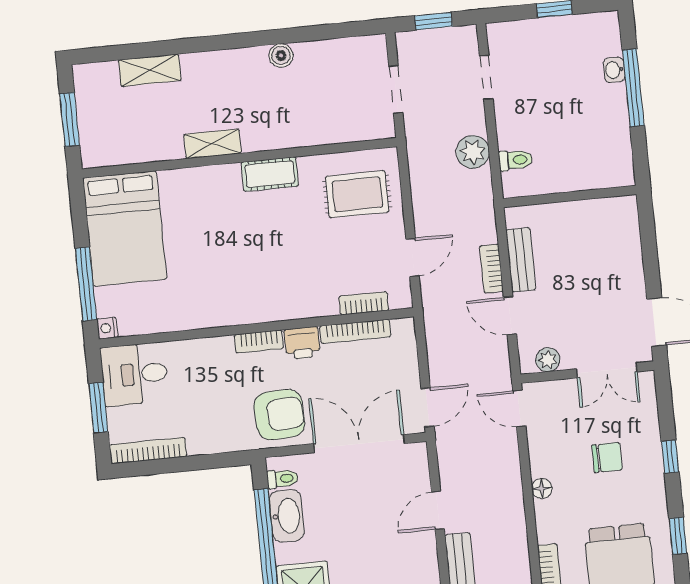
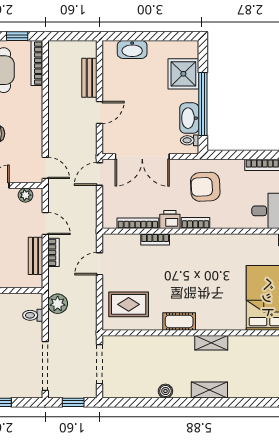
shelving: (150, 70) -> (209, 390), moved
doorway: (486, 77) -> (45, 366), width x1.87
doorway: (396, 89) -> (99, 364), width x1.38
plant: (473, 152) -> (58, 304), moved
bookcase: (364, 303) -> (155, 239), moved
armchair: (279, 415) -> (205, 187), moved
floor lamp: (542, 489) -> (37, 119), removed

